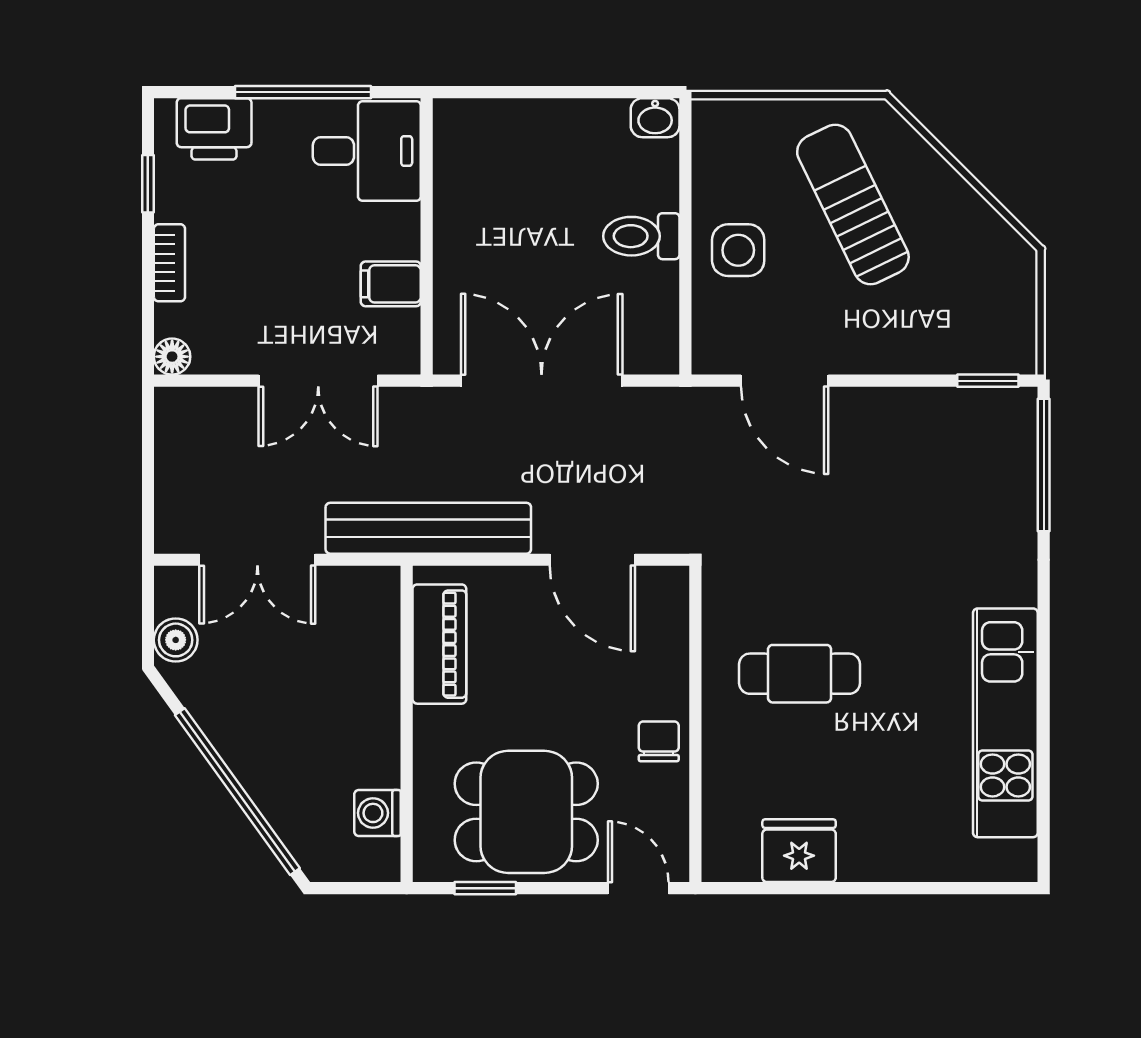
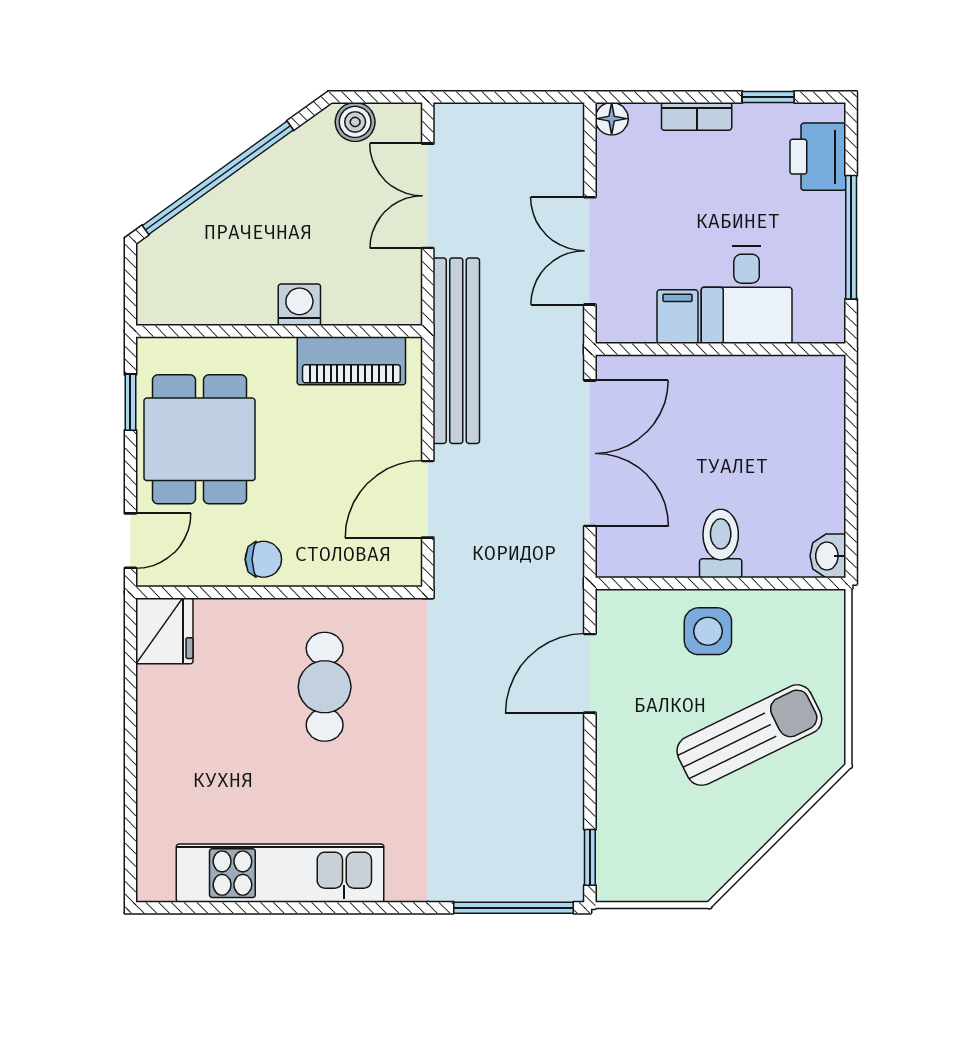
desk: (367, 151) -> (747, 295), moved
washing machine: (378, 813) -> (299, 305), moved
fridge: (799, 851) -> (164, 631), moved

